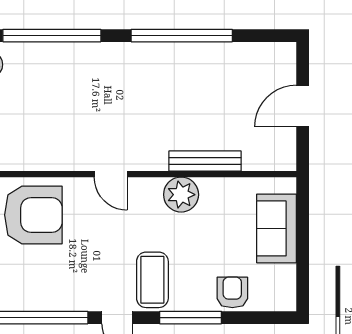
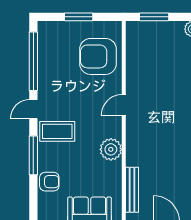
bench: (205, 161) -> (132, 190), moved
armchair: (33, 215) -> (98, 56), turned 90

